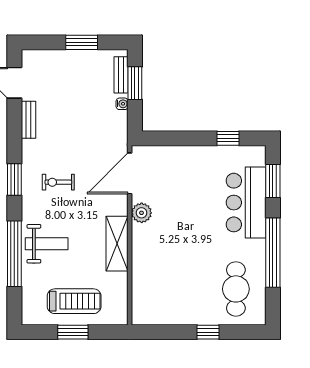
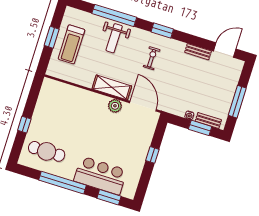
window: (82, 42) -> (237, 102), width x1.44
window: (228, 138) -> (152, 155), moved
shelving: (117, 244) -> (112, 87), moved

